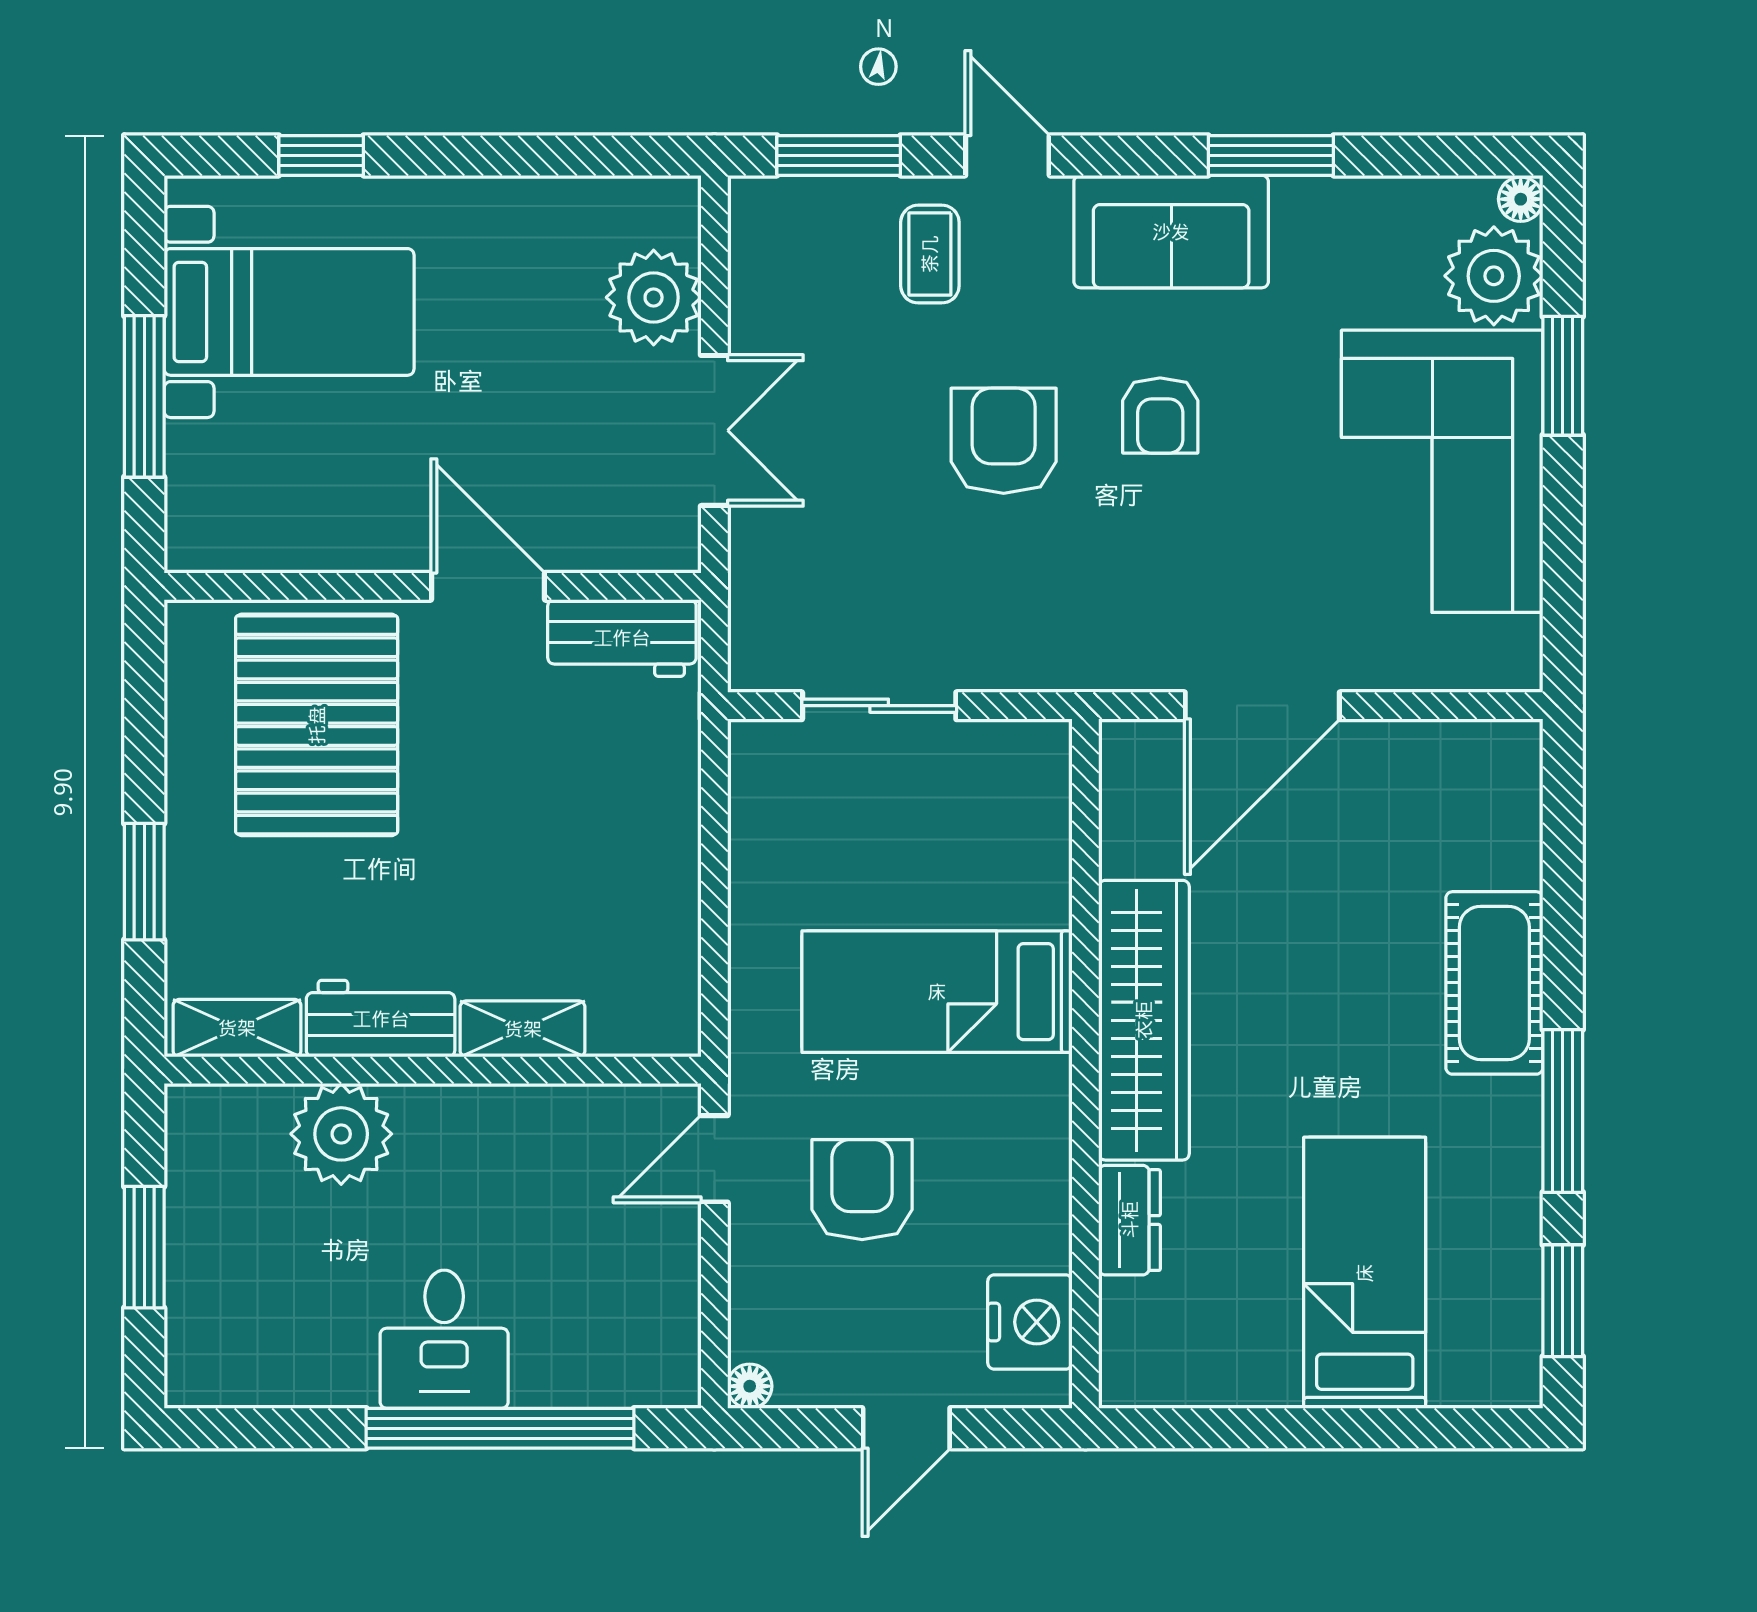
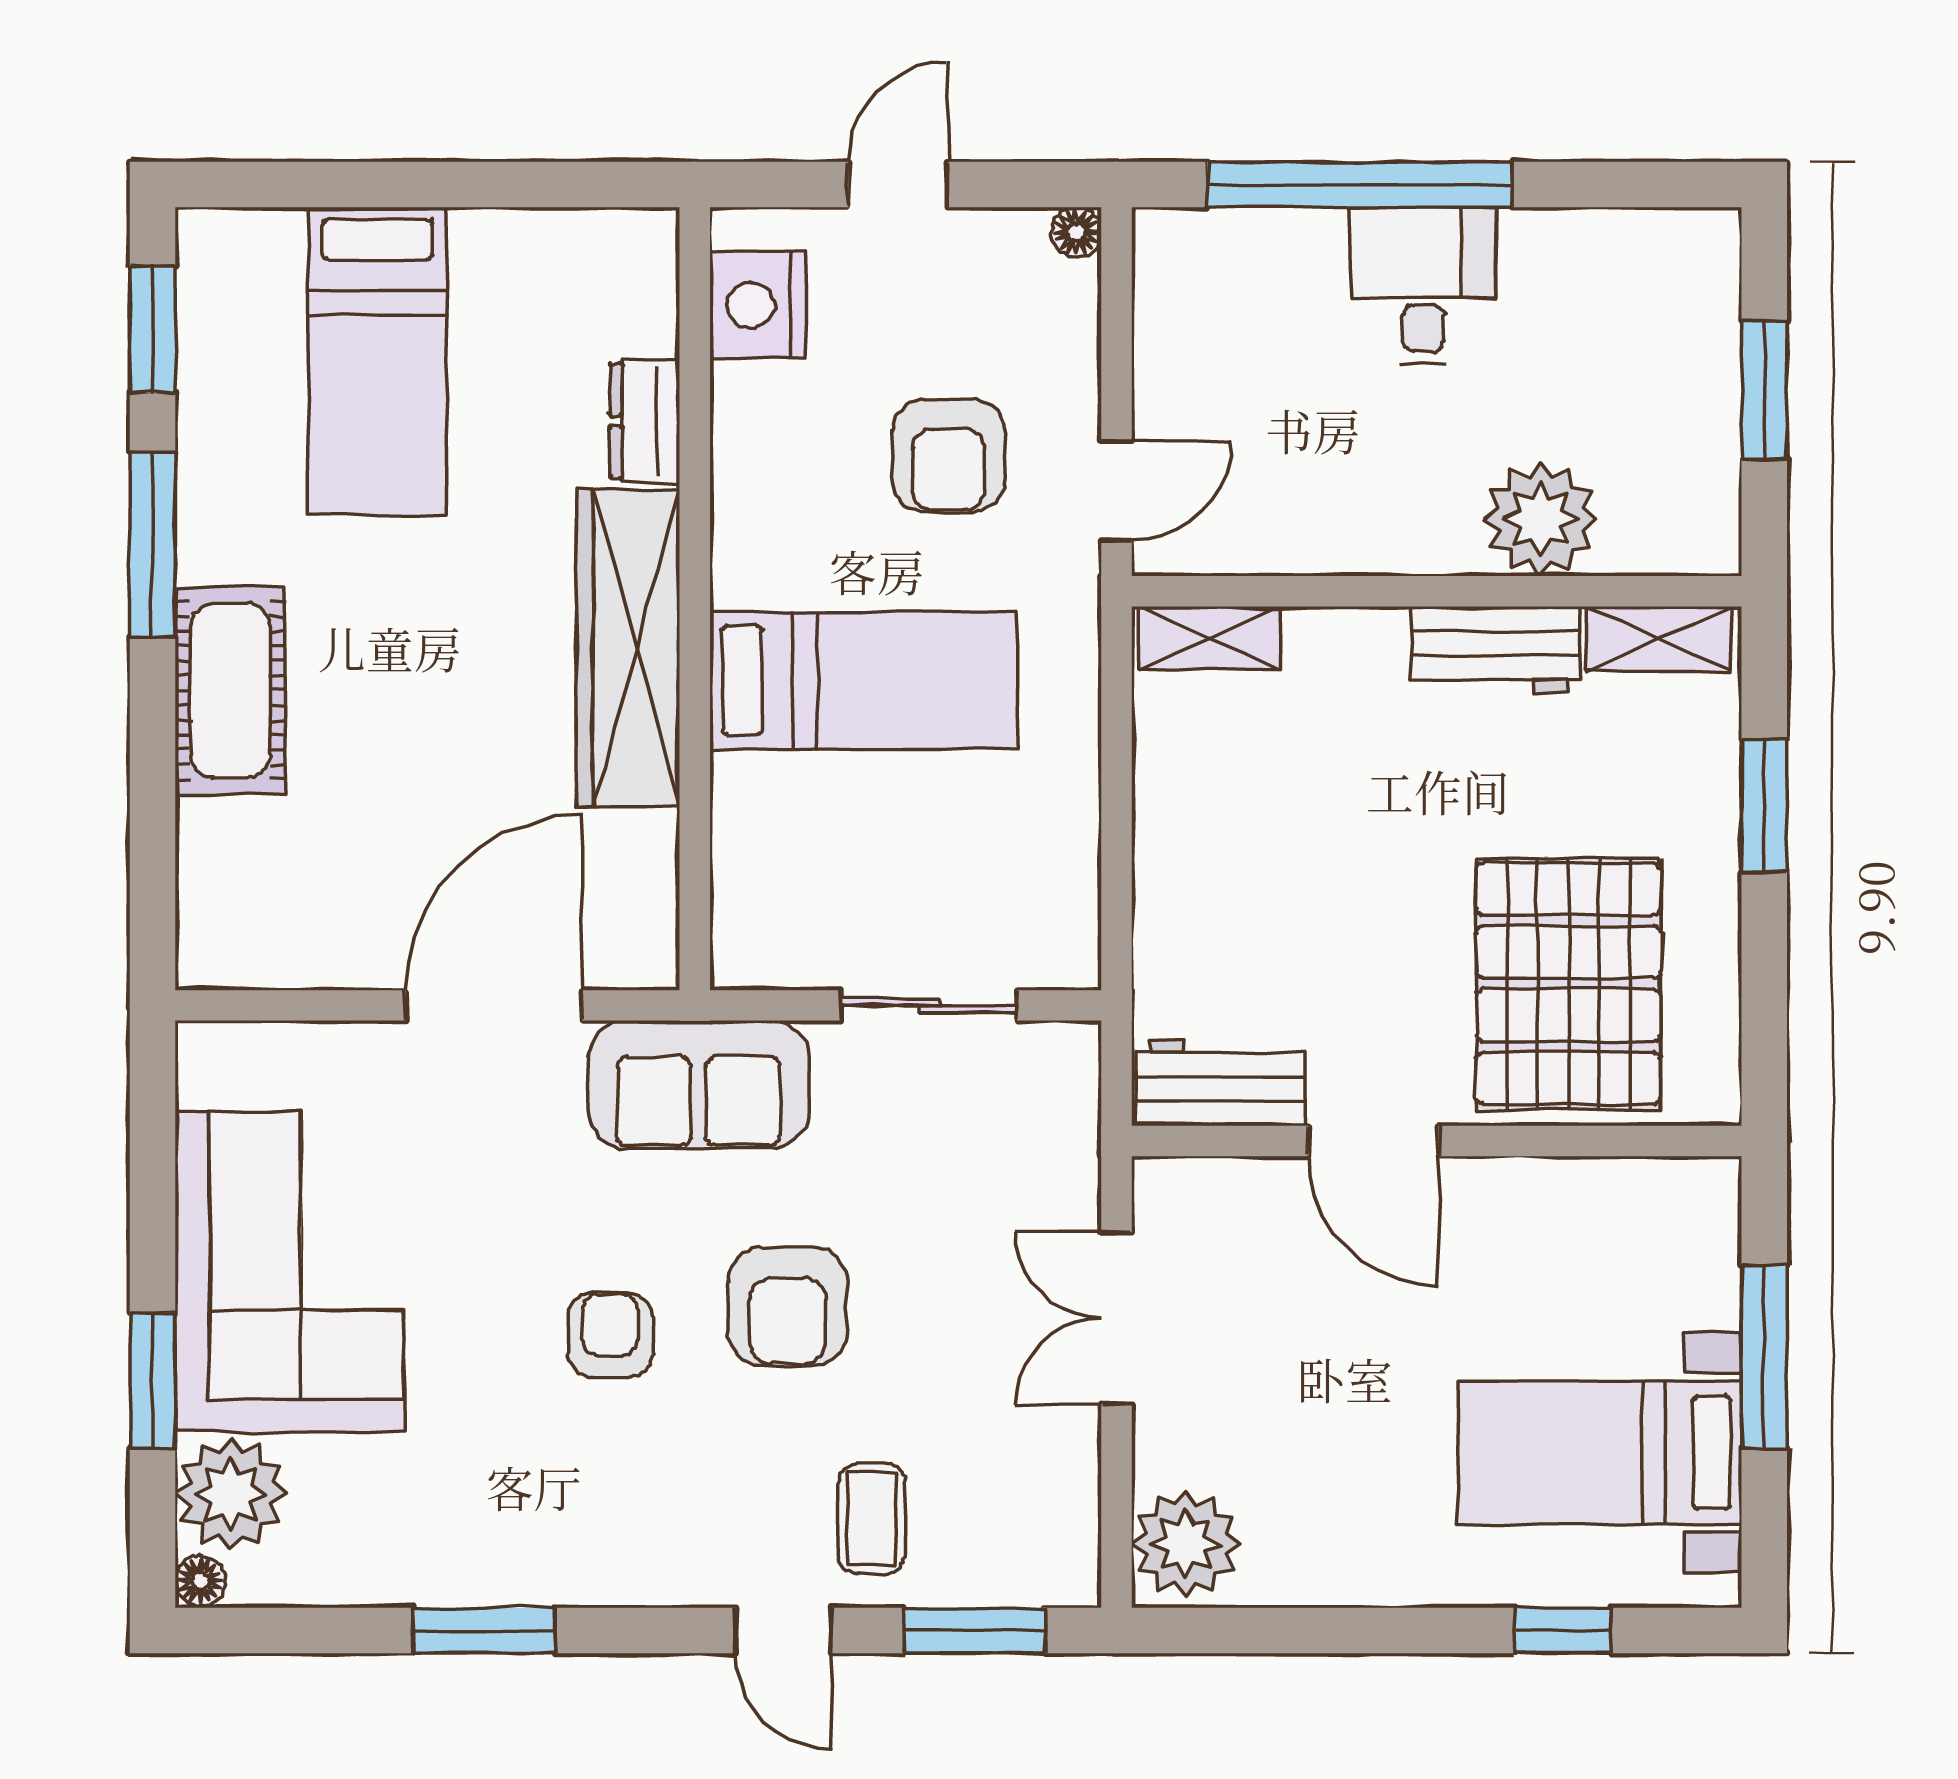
sofa: (1171, 232) -> (699, 1084), moved, turned 180
plant: (654, 297) -> (1185, 1544), moved
shelving: (523, 1029) -> (1210, 638), moved

